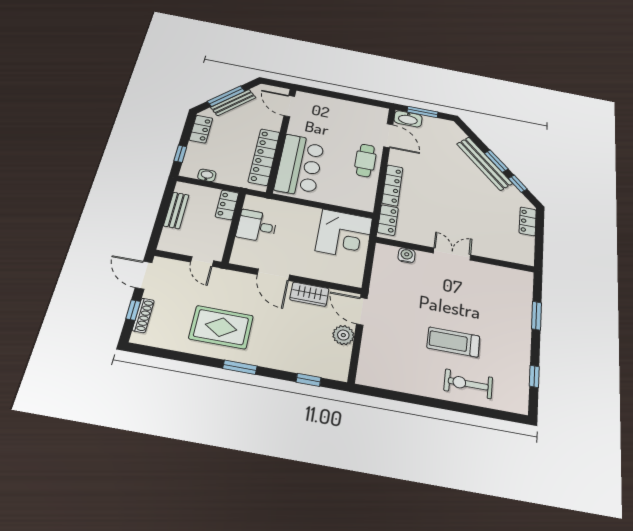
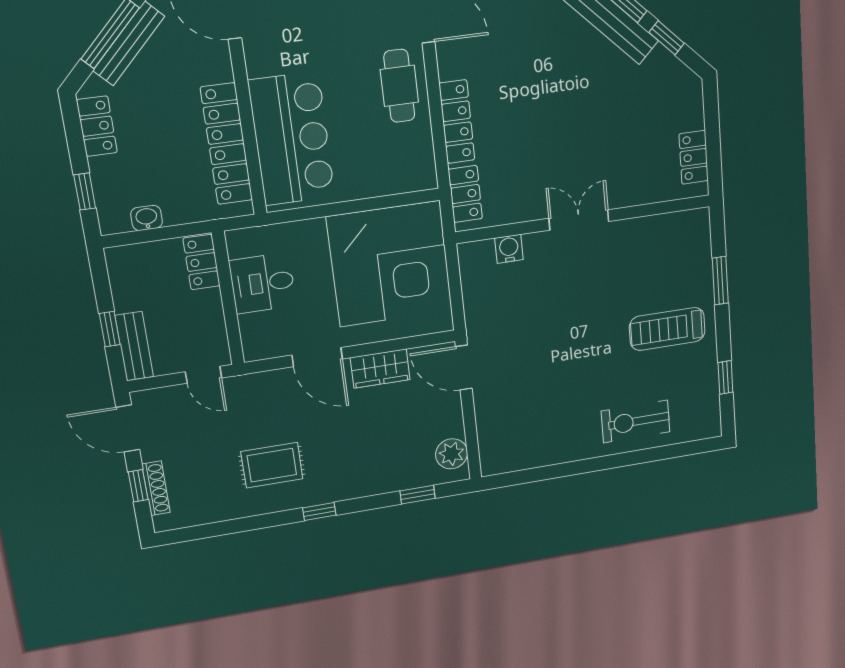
bench: (176, 210) -> (134, 346), moved
window: (160, 220) -> (110, 329), added
locker: (528, 221) -> (694, 157), moved
corner desk: (344, 234) -> (390, 264), width x1.36, depth x1.36
rug: (221, 327) -> (272, 465), width x0.73, depth x0.70
plant: (343, 335) -> (452, 454), moved
treadmill: (453, 342) -> (667, 329), moved
window: (240, 367) -> (319, 511), width x0.67

